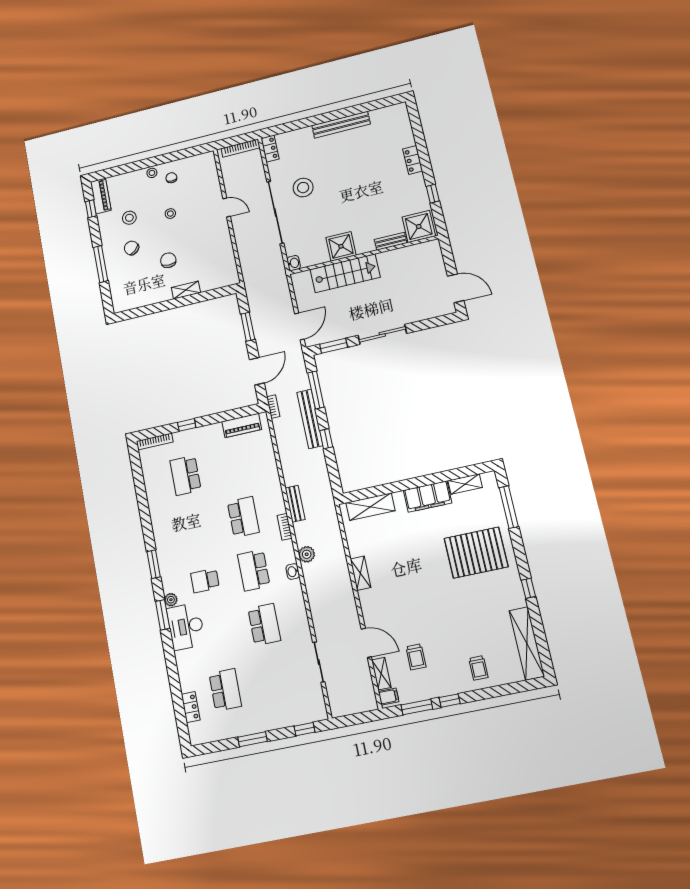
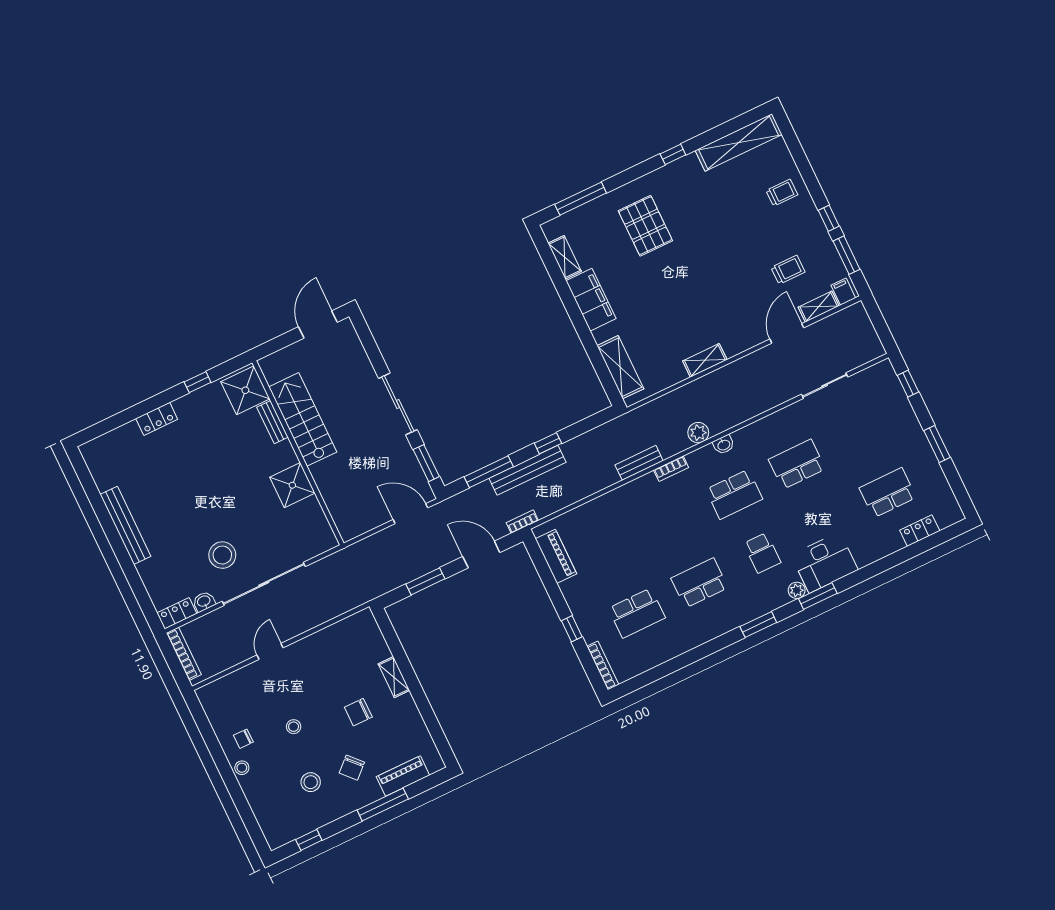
piano: (101, 196) -> (403, 776), moved
washbasin: (294, 263) -> (204, 601), moved
stairs: (345, 273) -> (303, 419), moved
school desk: (243, 517) -> (699, 583), moved
pallet: (476, 553) -> (645, 226), width x0.73, depth x0.71

